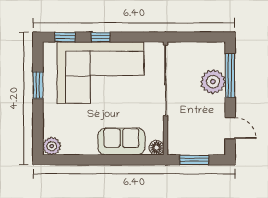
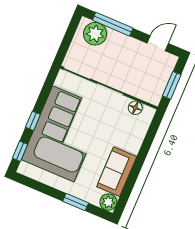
plant: (213, 82) -> (95, 34), moved
window: (38, 85) -> (76, 202), moved
sofa: (121, 141) -> (117, 172), moved
floor lamp: (157, 148) -> (135, 108), moved

